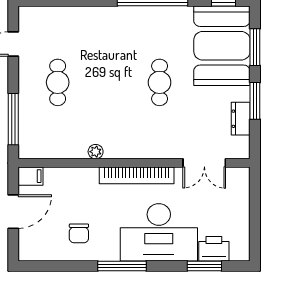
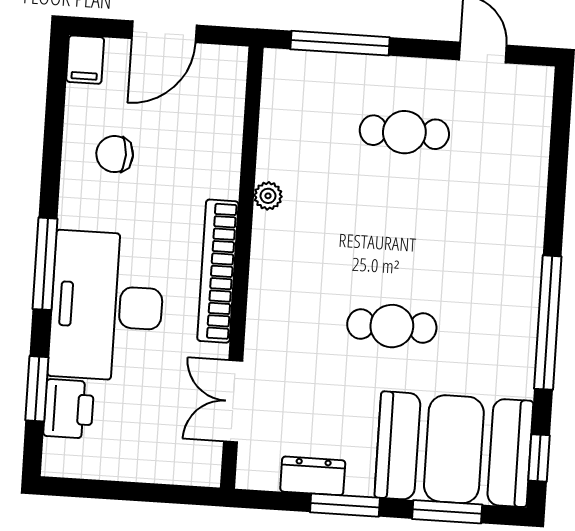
filing cabinet: (30, 176) -> (85, 60), moved
door: (13, 212) -> (164, 32), hinge flipped
window: (122, 266) -> (45, 264), moved

